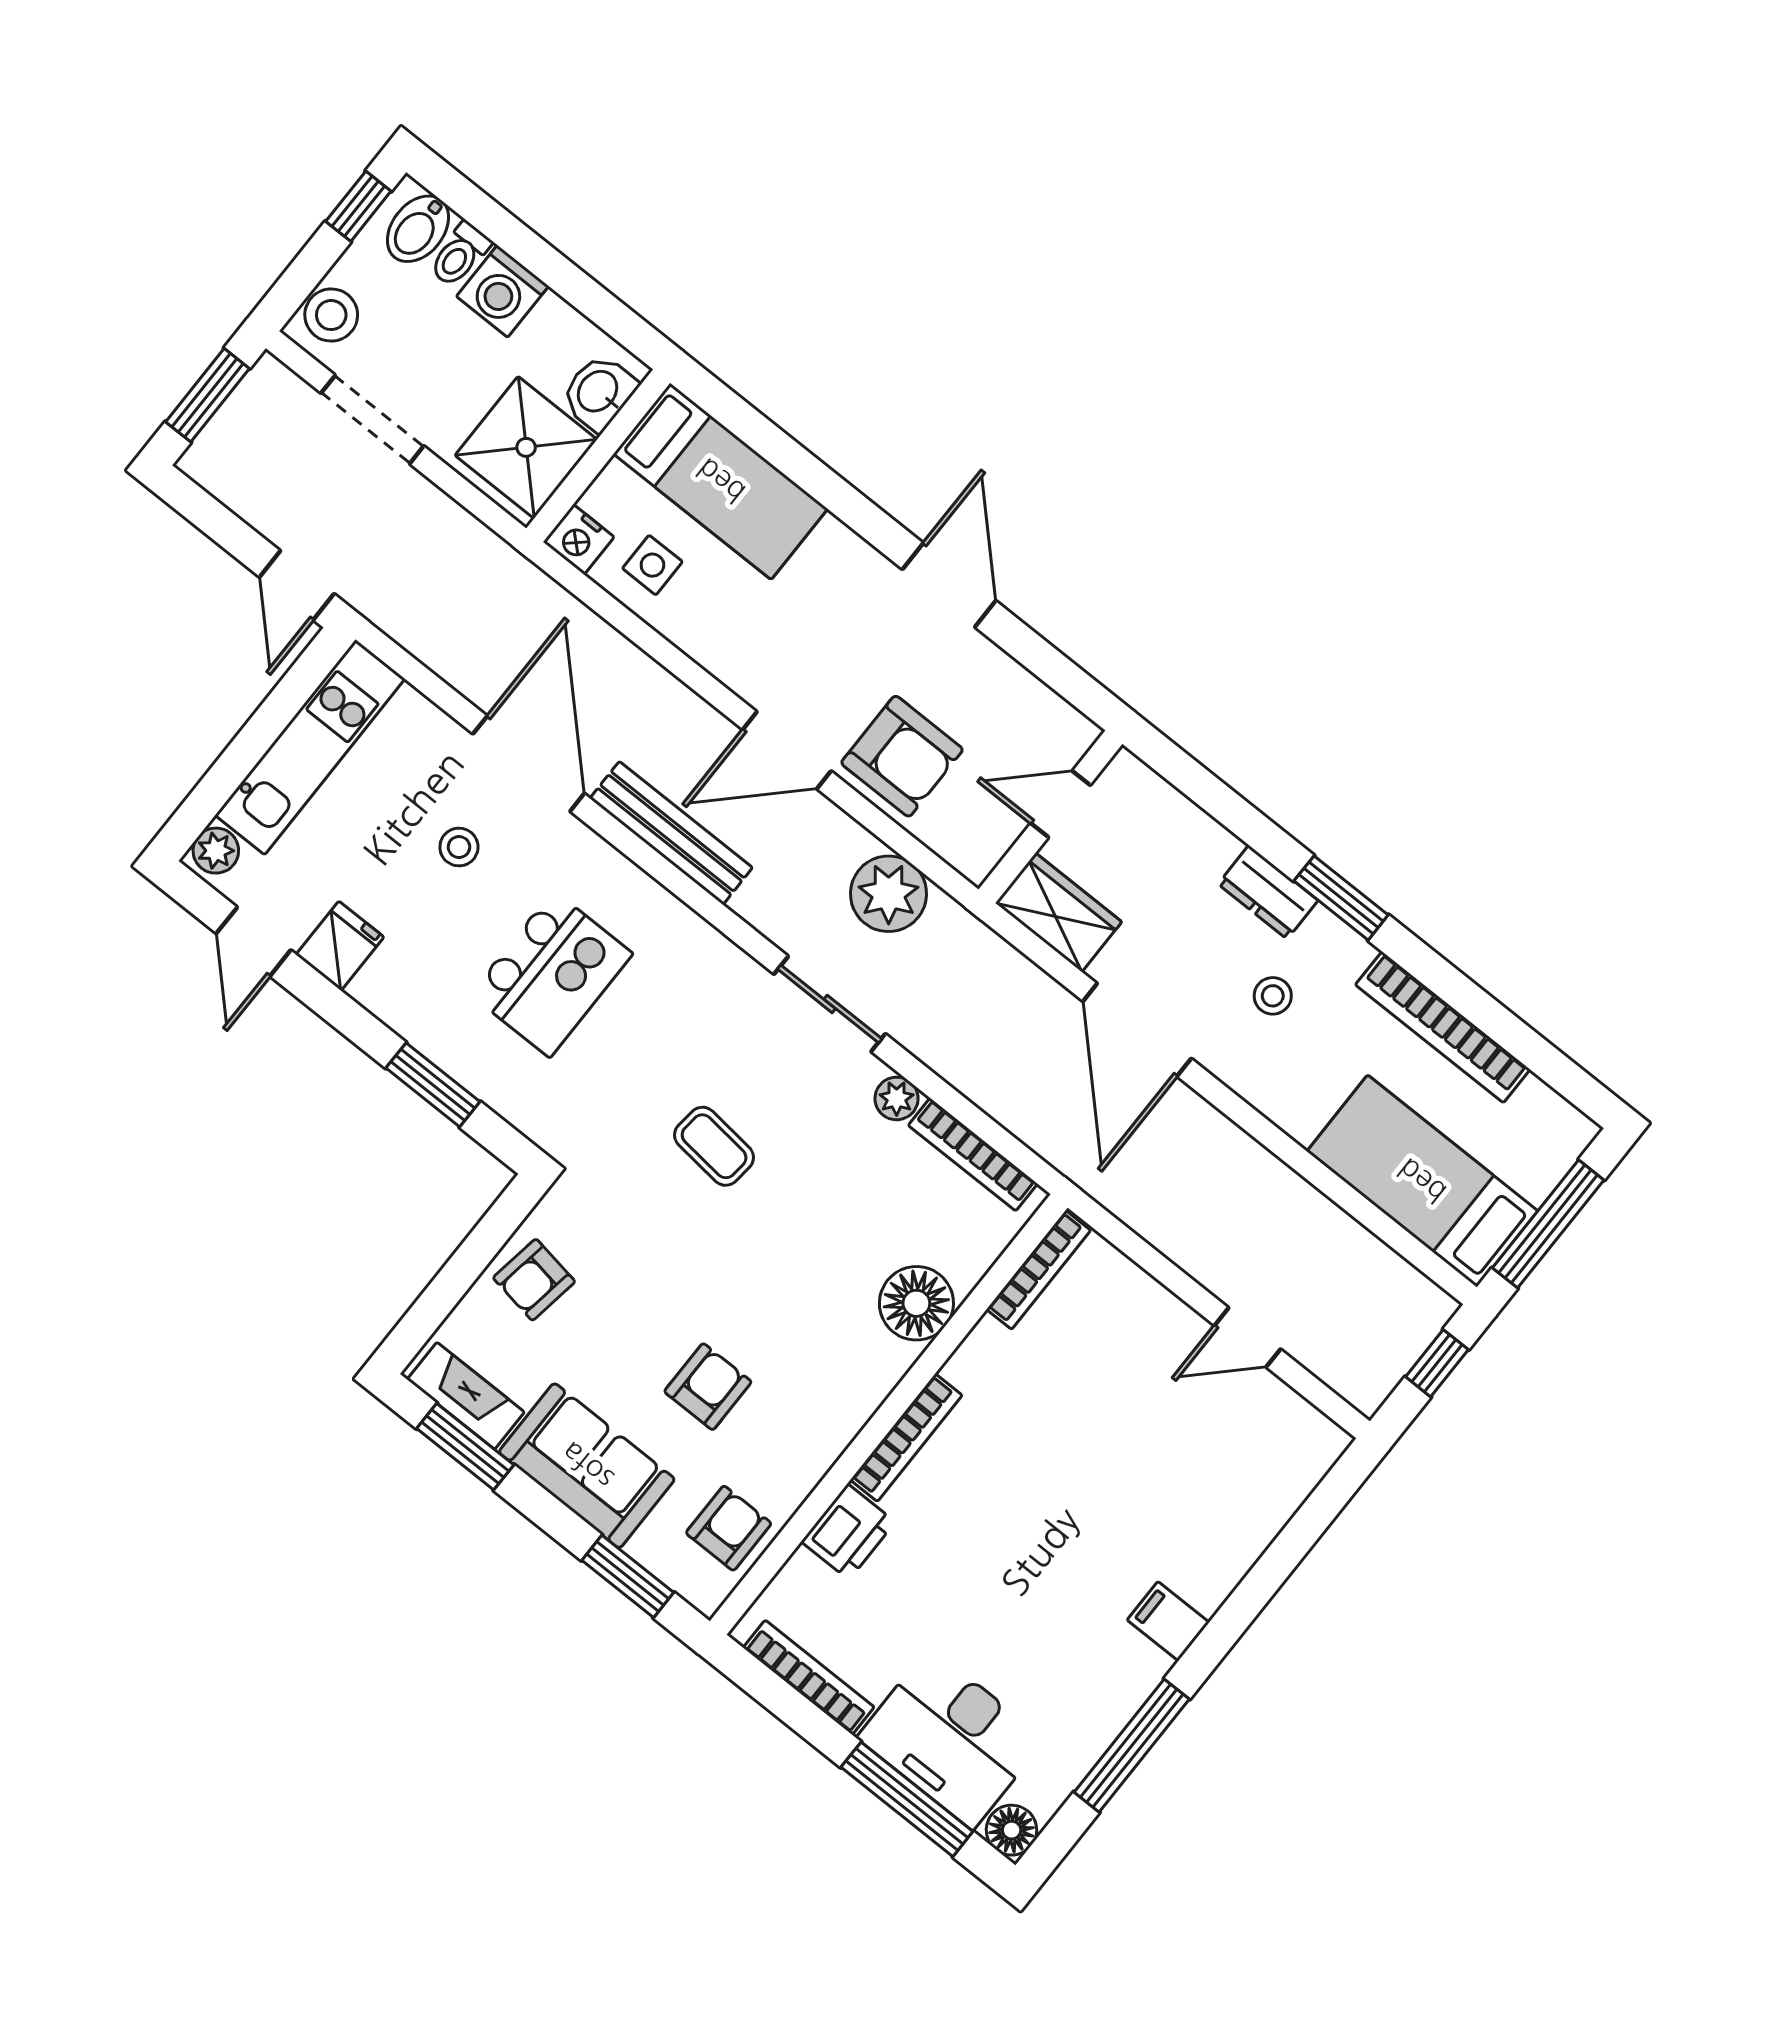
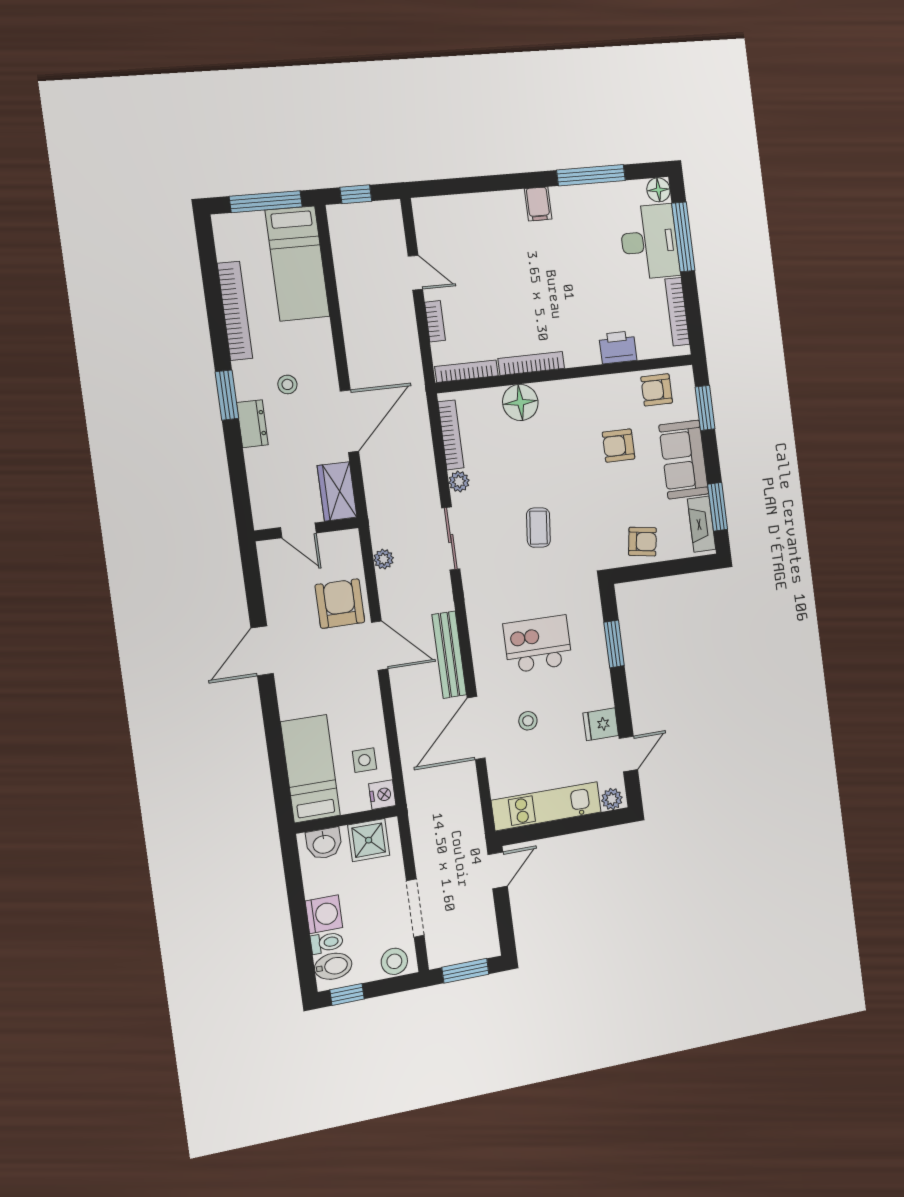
shower: (526, 447) -> (369, 840), width x0.73, depth x0.73
plant: (889, 894) -> (384, 559), width x0.53, depth x0.53
bookcase: (1153, 1296) -> (435, 321), added
bookcase: (906, 1438) -> (531, 363), moved

